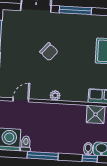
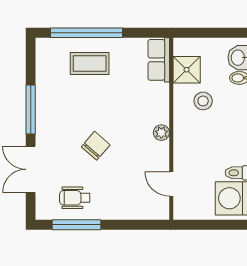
wheelchair: (15, 36) -> (75, 198), added
stool: (74, 124) -> (203, 101), added

